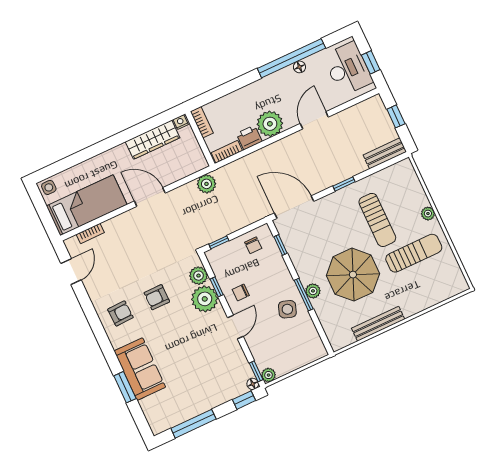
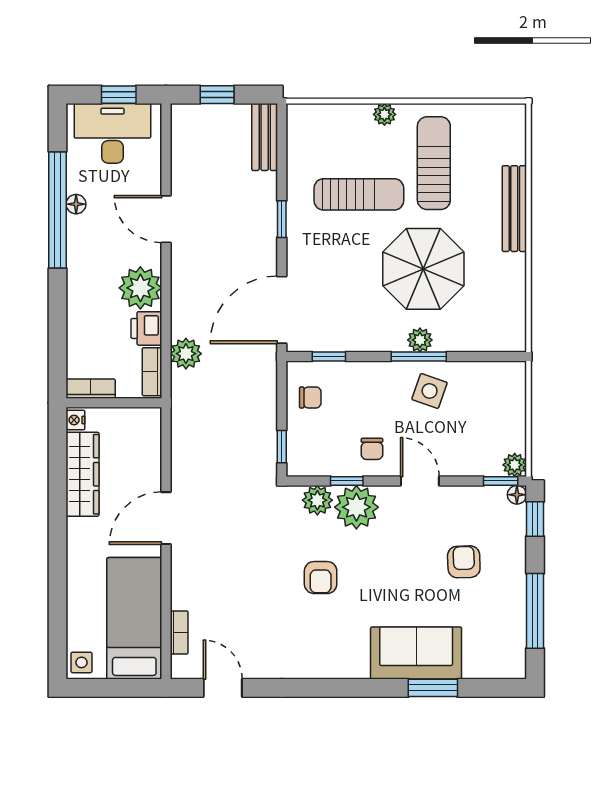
plant: (206, 184) -> (186, 354), moved
armchair: (120, 313) -> (464, 562), moved
bench: (378, 324) -> (514, 209), moved

